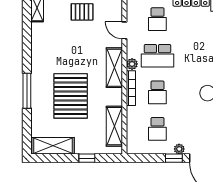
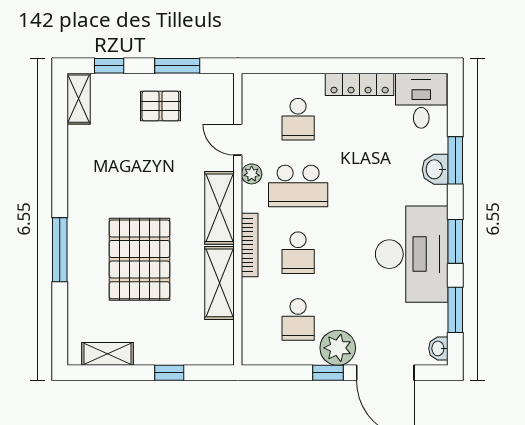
plant: (132, 64) -> (252, 174), moved
shelving: (114, 126) -> (219, 283), moved
shelving: (53, 146) -> (108, 354), width x0.67, depth x0.75
plant: (179, 149) -> (338, 348), width x1.88, depth x1.88

